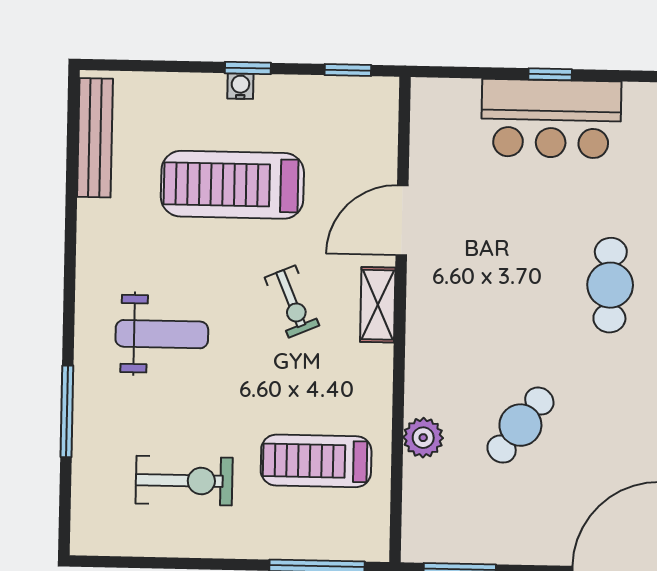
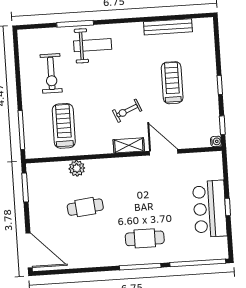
water cooler: (240, 86) -> (216, 141), moved
bench: (95, 138) -> (168, 27), moved
treadmill: (232, 185) -> (172, 83), width x0.73, depth x0.73
weight bench: (162, 334) -> (93, 45), moved, turned -90
cafe table: (520, 425) -> (85, 207), turned -43

